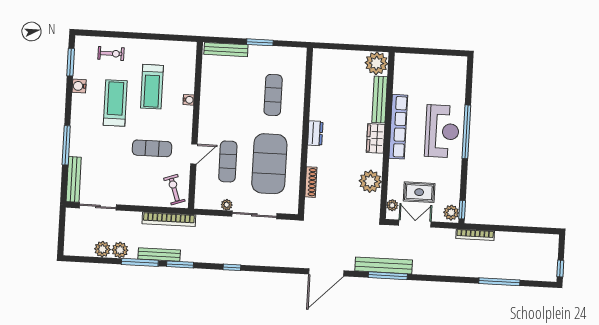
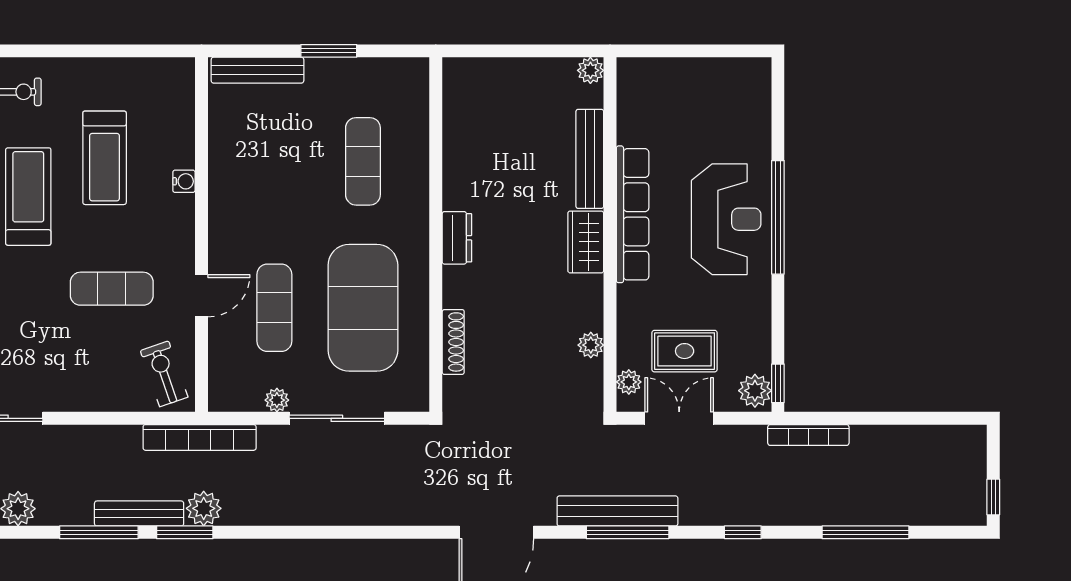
plant: (376, 63) -> (590, 70), width x0.53, depth x0.53
plant: (370, 181) -> (591, 345), width x0.53, depth x0.53
bookcase: (169, 219) -> (200, 437), moved
plant: (120, 250) -> (204, 508), moved
window: (232, 267) -> (743, 532), moved

